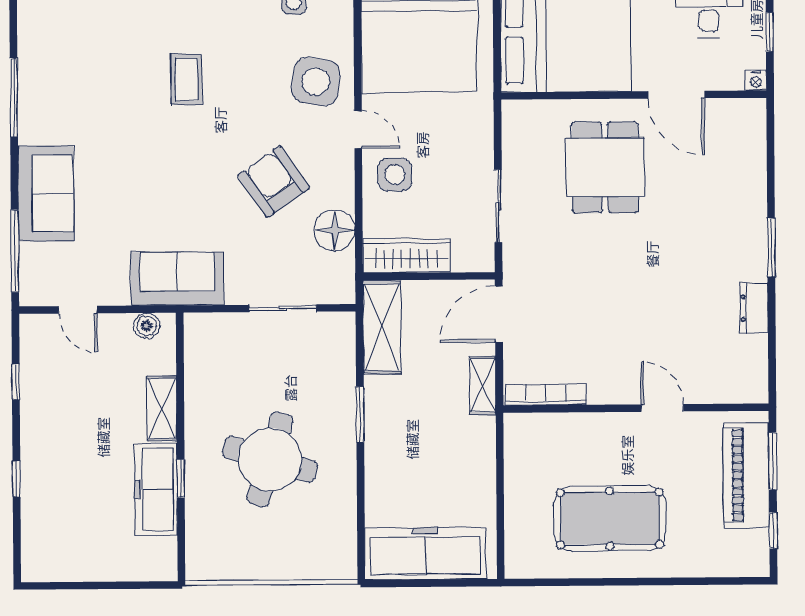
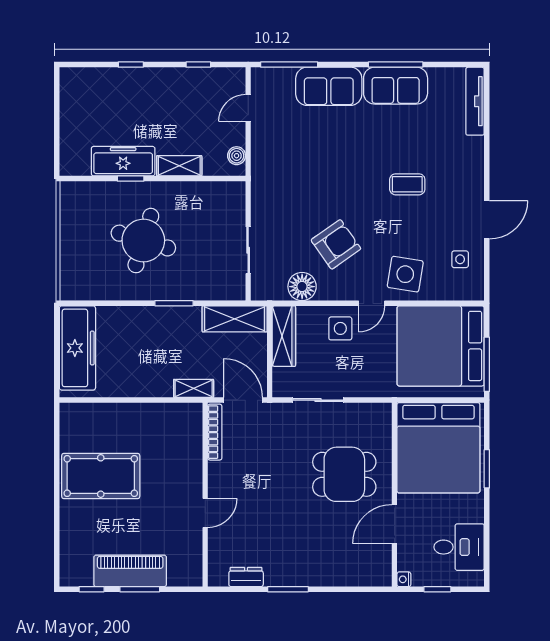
sofa: (177, 279) -> (396, 86), moved, turned 90
bookcase: (546, 395) -> (215, 432), moved
wall: (636, 408) -> (205, 495), moved
door: (662, 408) -> (205, 513), moved
pool table: (610, 518) -> (101, 476), turned 90

